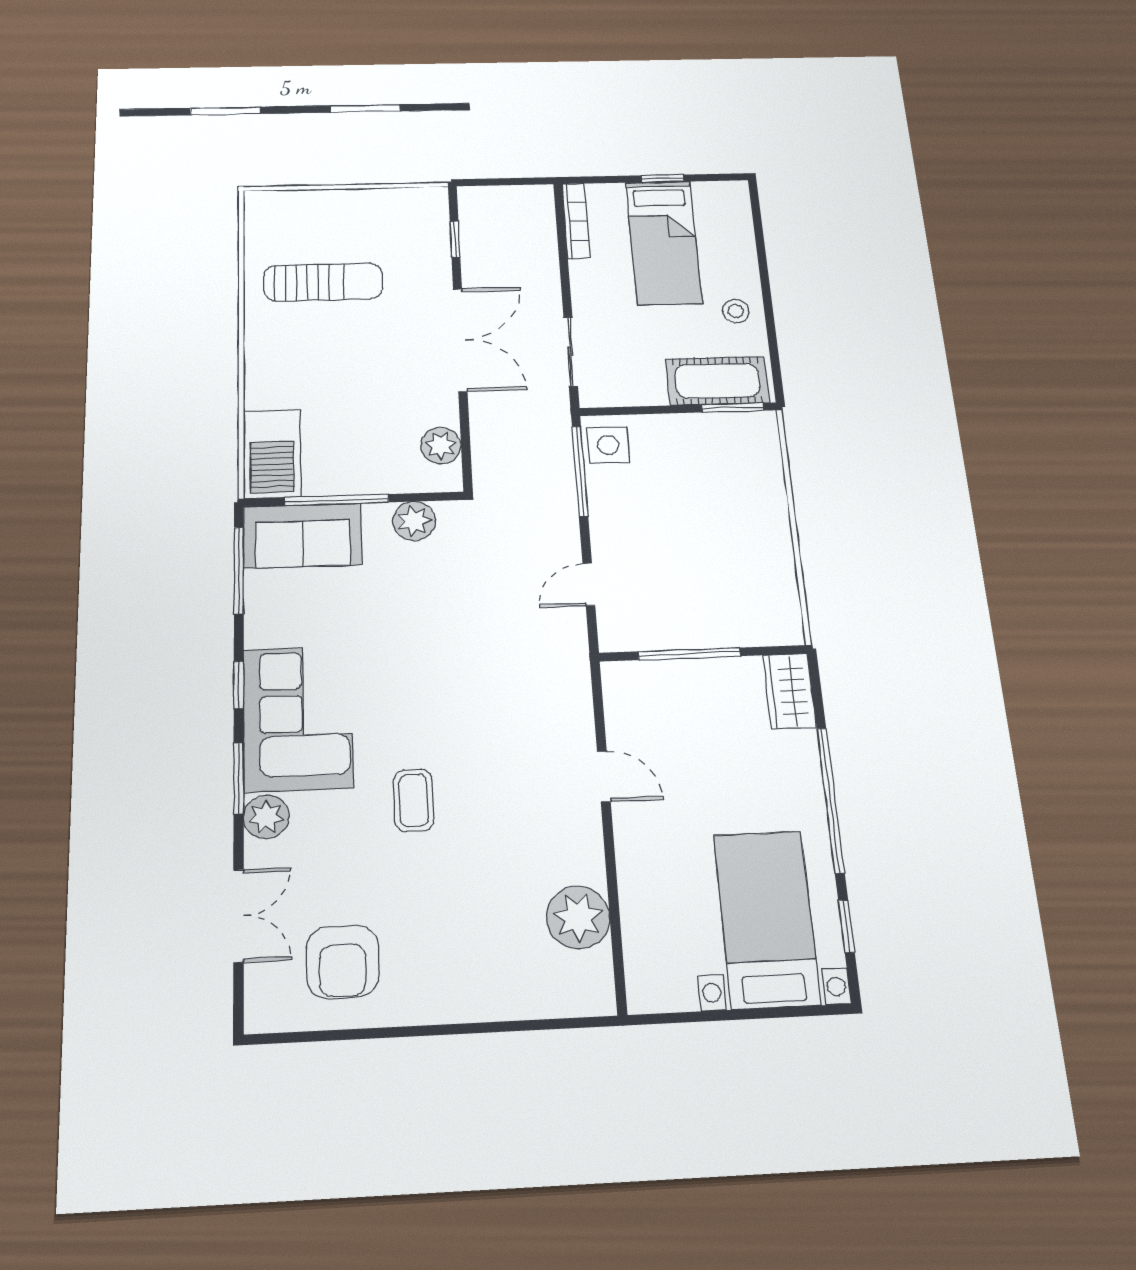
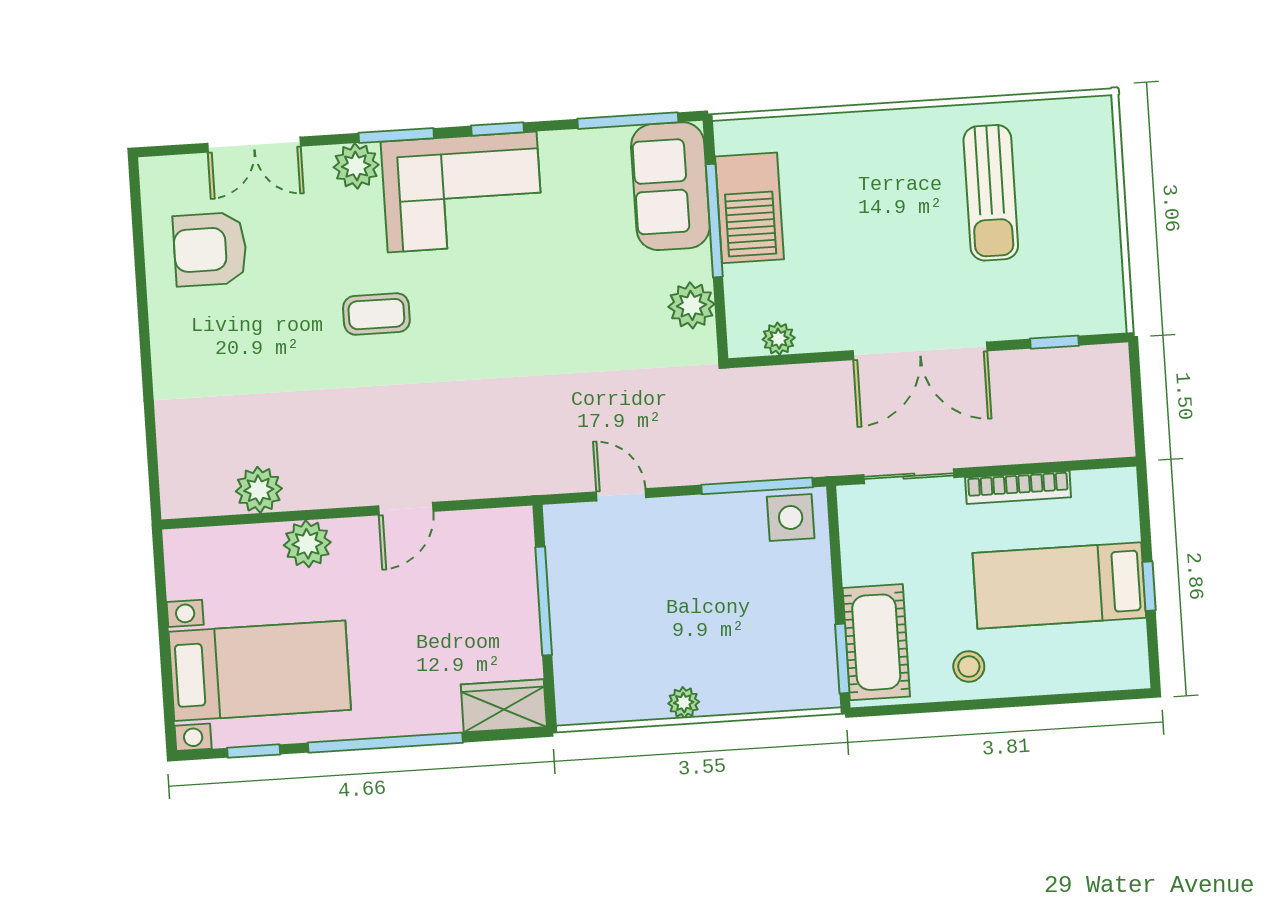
bookcase: (576, 221) -> (1018, 487), moved
plant: (441, 446) -> (779, 339), width x0.73, depth x0.73
barbecue: (272, 454) -> (749, 208), moved, turned -90
plant: (778, 537) -> (684, 703), added
plant: (639, 871) -> (307, 544), added
plant: (578, 917) -> (259, 490), width x0.73, depth x0.73

